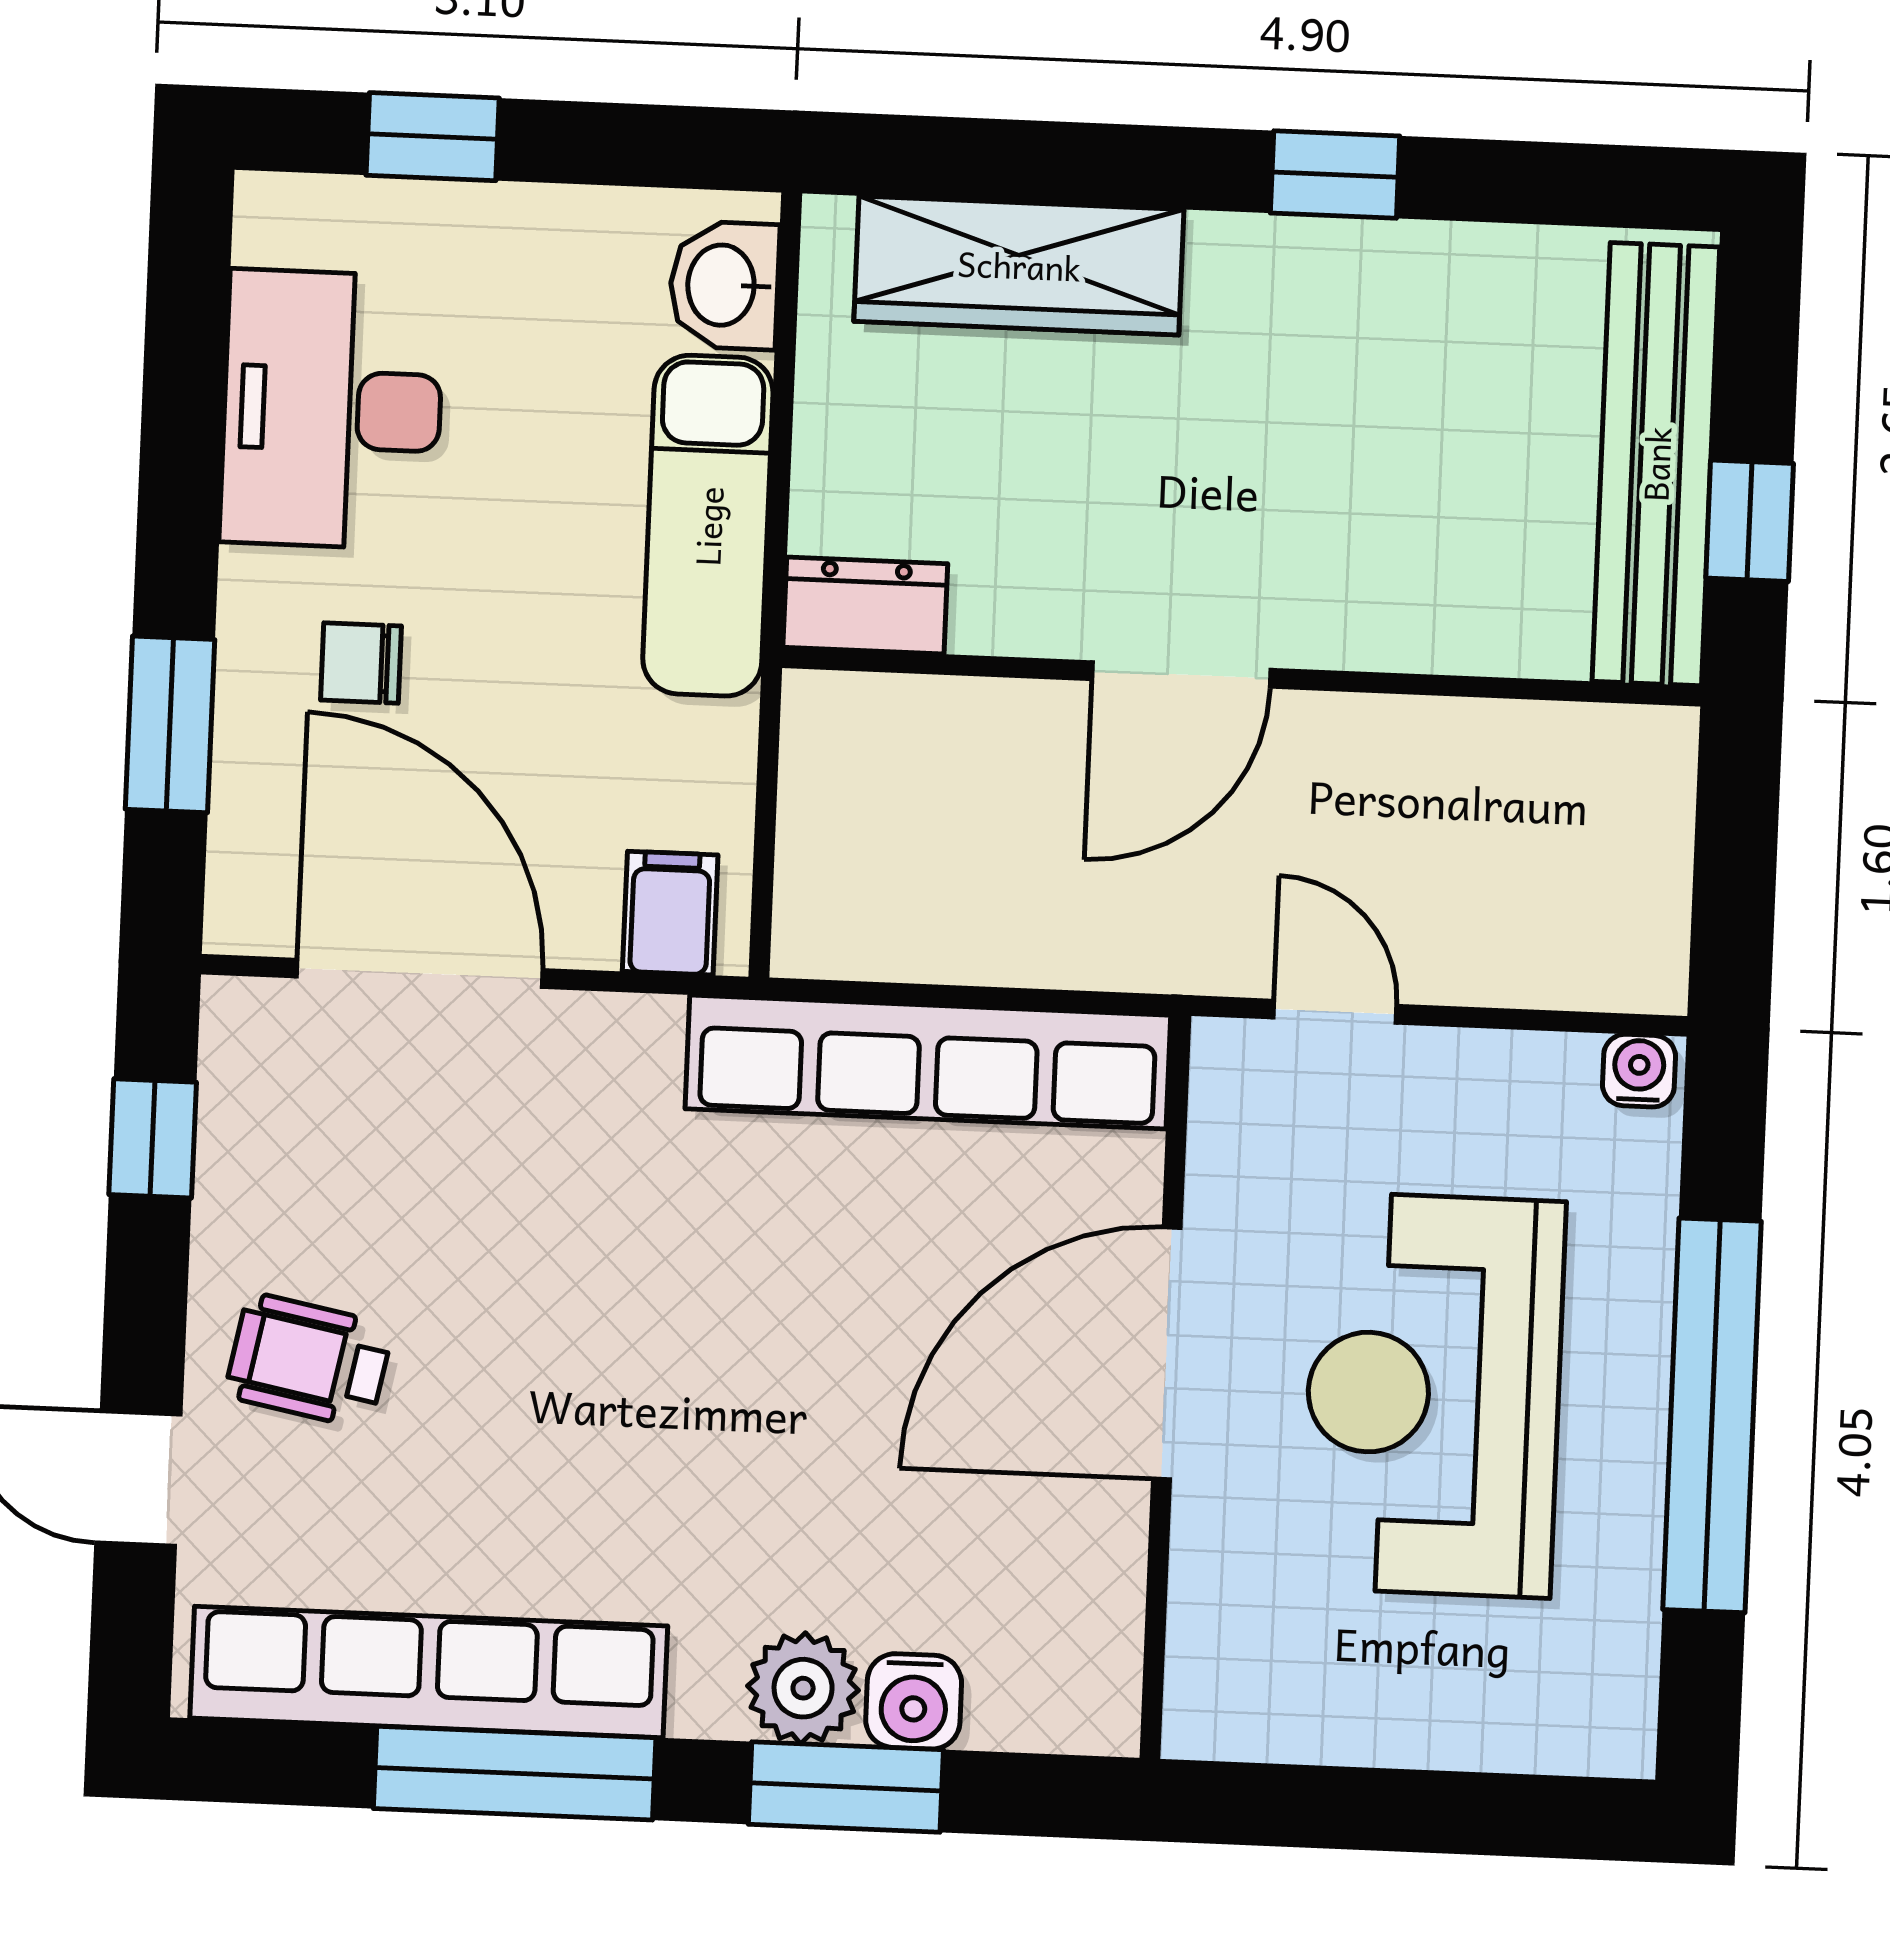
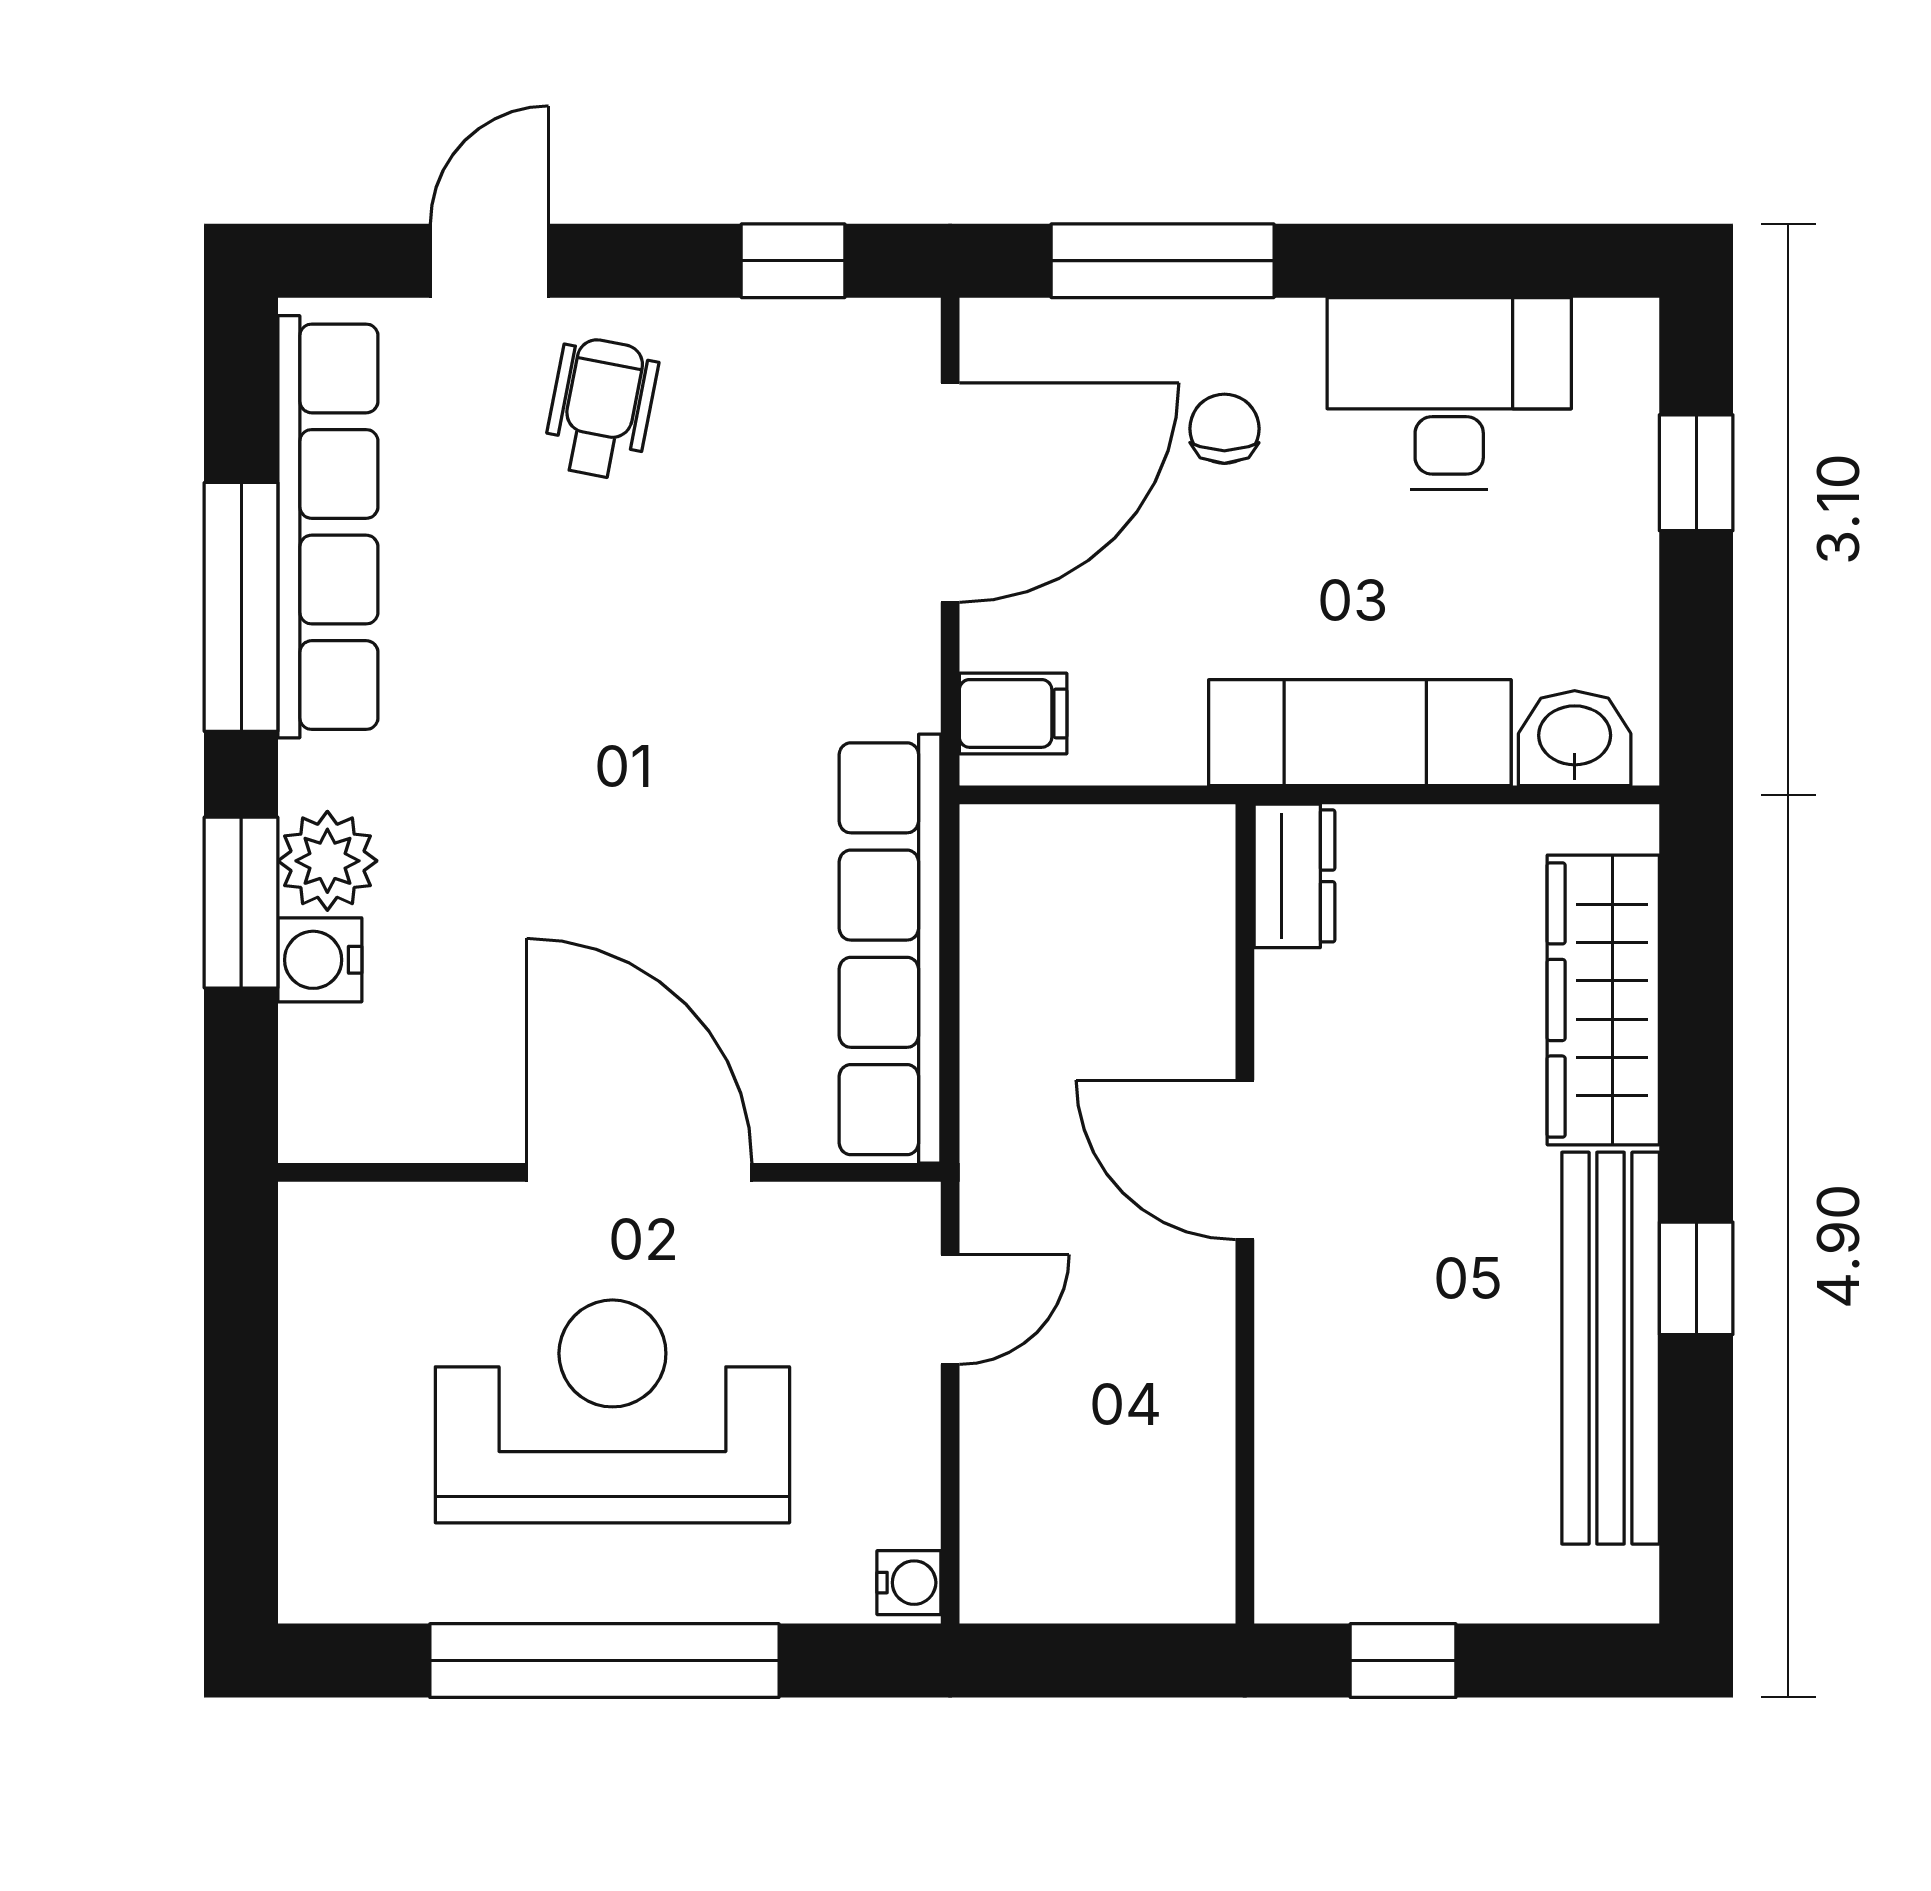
bench: (1656, 464) -> (1611, 1348), moved, turned 90
window: (170, 724) -> (1163, 261), width x1.44

